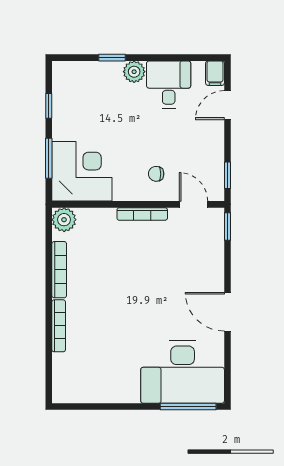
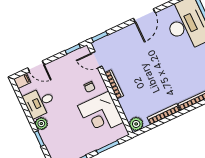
corner desk: (82, 171) -> (101, 114), moved, turned -90
door: (193, 204) -> (96, 60), hinge flipped

